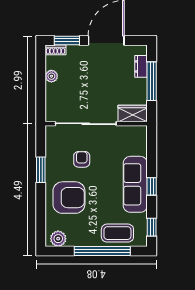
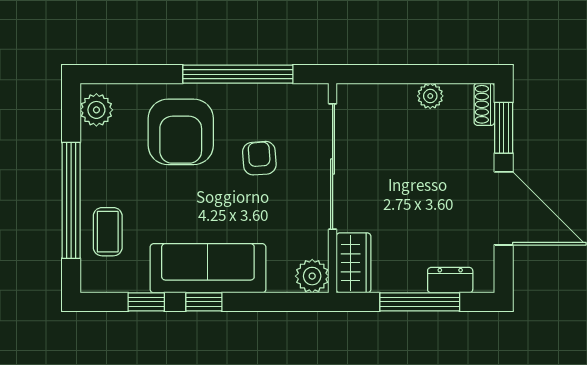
plant: (139, 134) -> (312, 276), added
armchair: (82, 159) -> (259, 158), turned -94
window: (41, 170) -> (238, 74), width x2.11
window: (152, 227) -> (146, 302), moved
coffee table: (117, 233) -> (108, 232), width x0.73, depth x0.77

